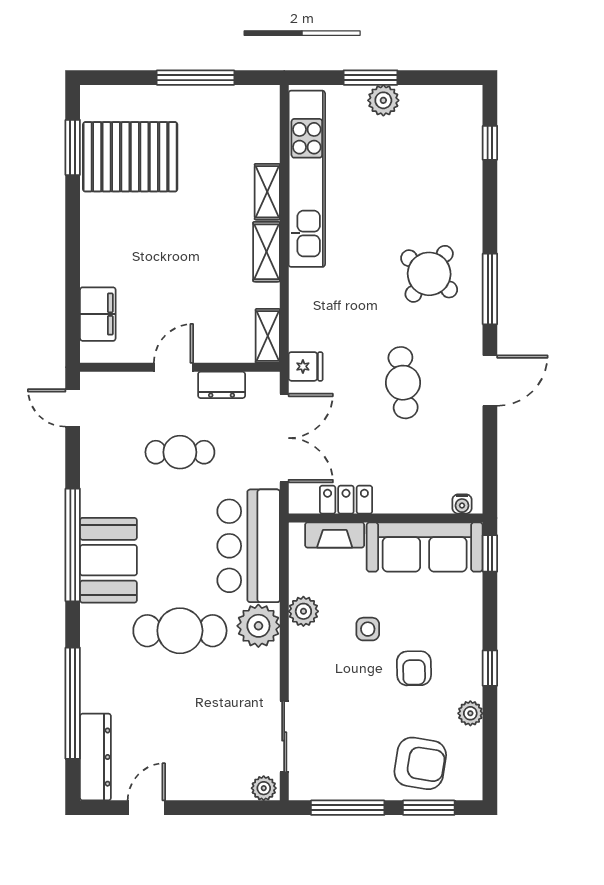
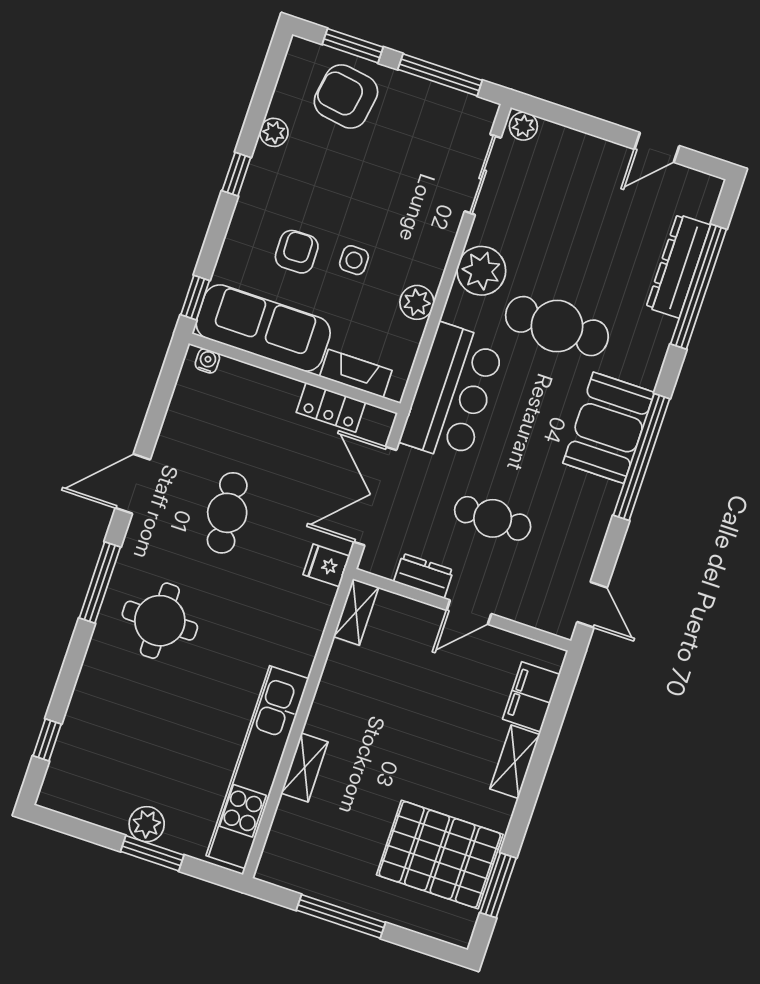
shelving: (266, 252) -> (515, 762), moved
round table: (429, 274) -> (160, 621), turned -38
plant: (258, 626) -> (481, 271), moved
armchair: (414, 668) -> (297, 252), moved
dresser: (95, 757) -> (678, 266), moved

